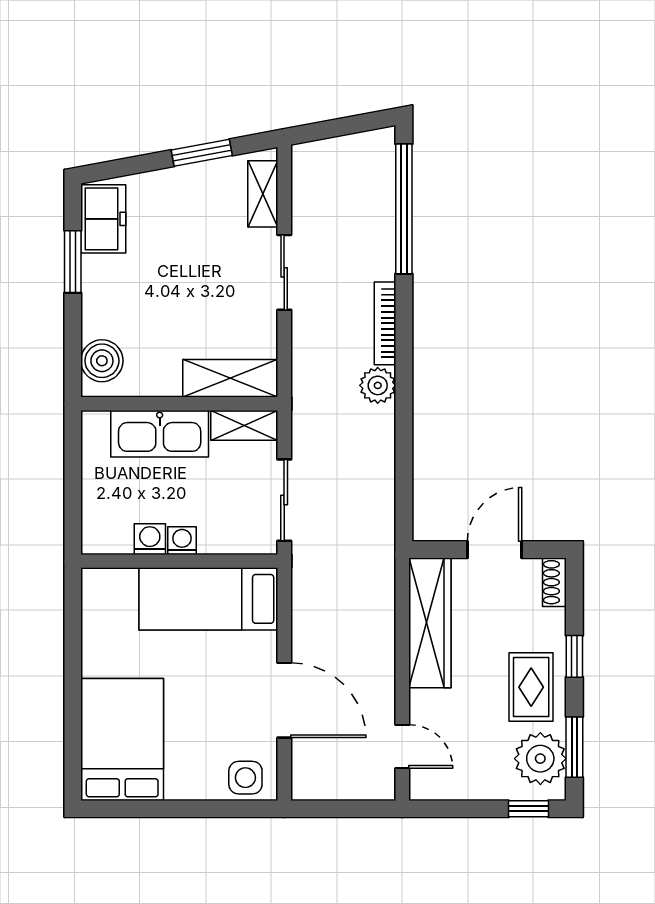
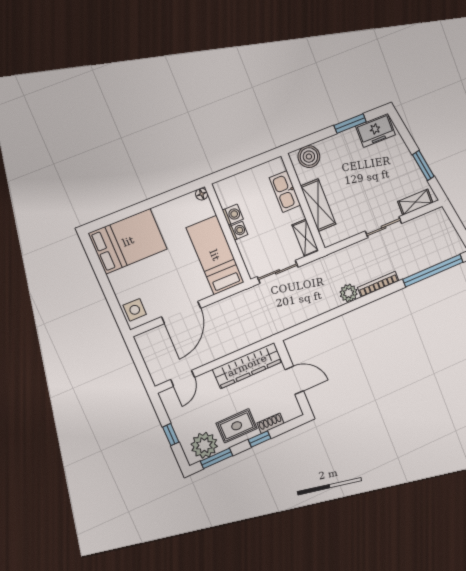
shelving: (230, 378) -> (318, 205), moved
kitchen sink: (160, 434) -> (285, 192), width x0.73, depth x0.81
floor lamp: (92, 579) -> (202, 194), added
shoe rack: (554, 582) -> (271, 423), moved
window: (529, 809) -> (171, 435), moved

